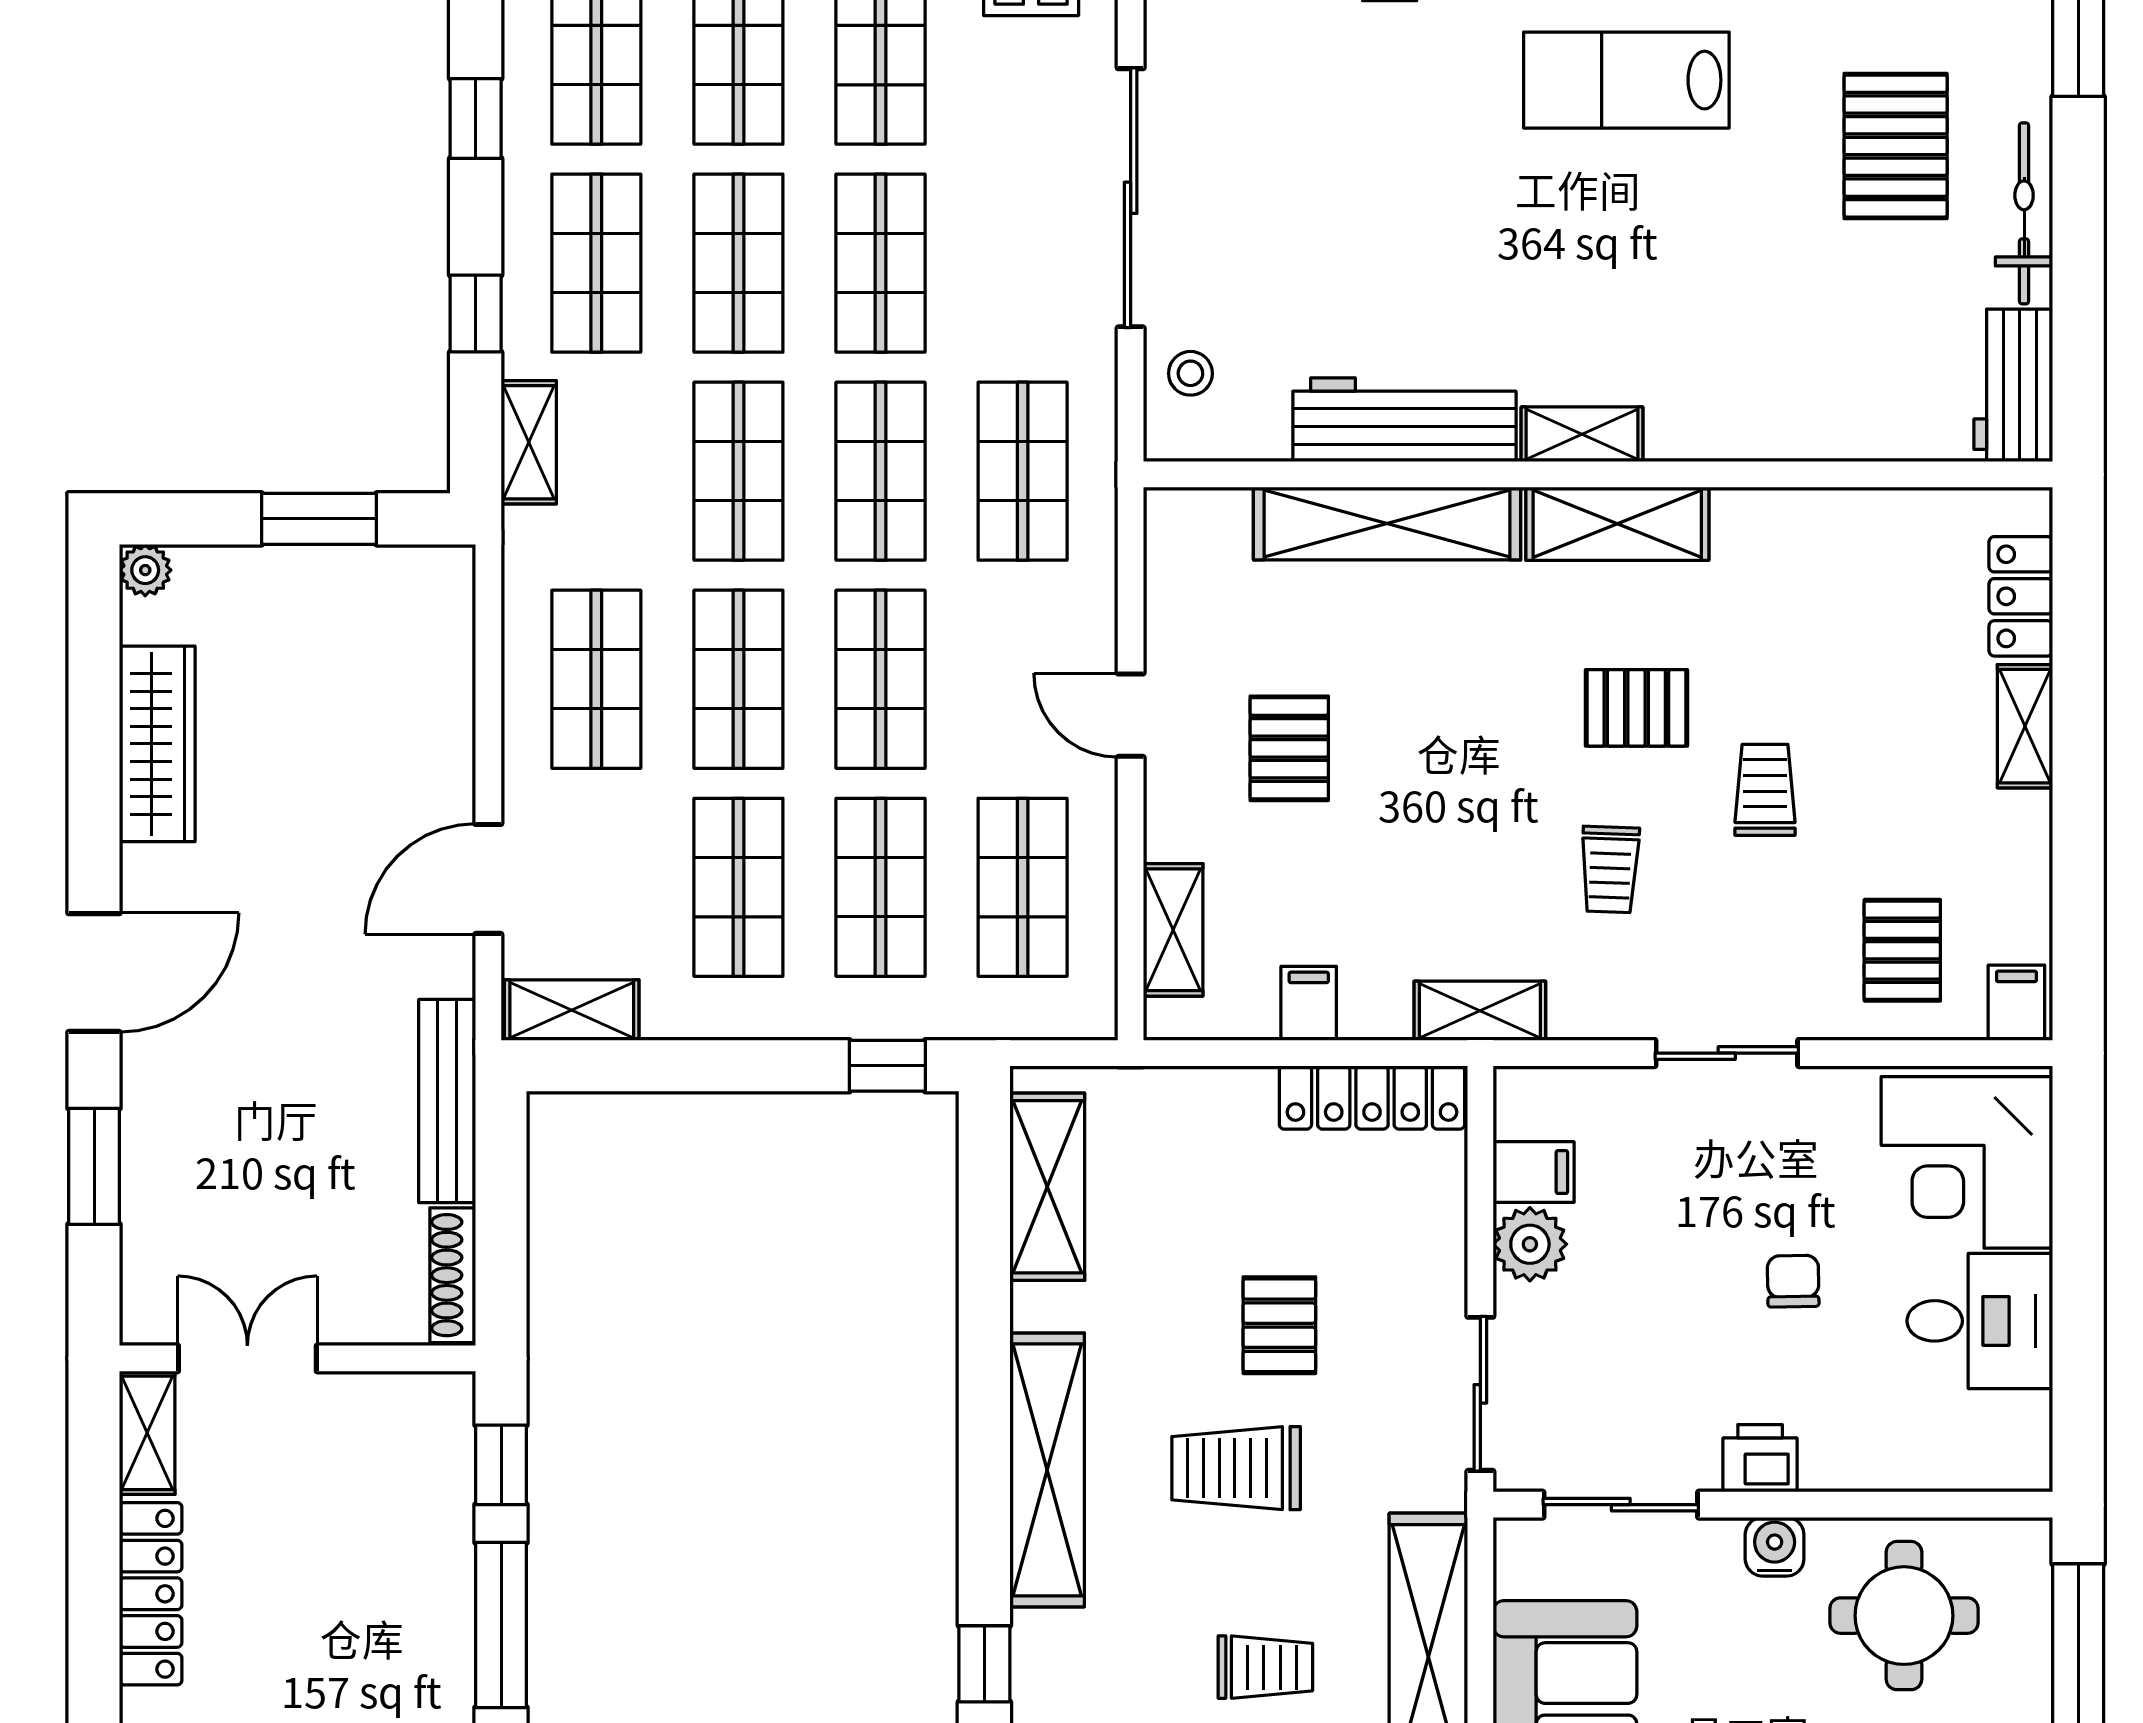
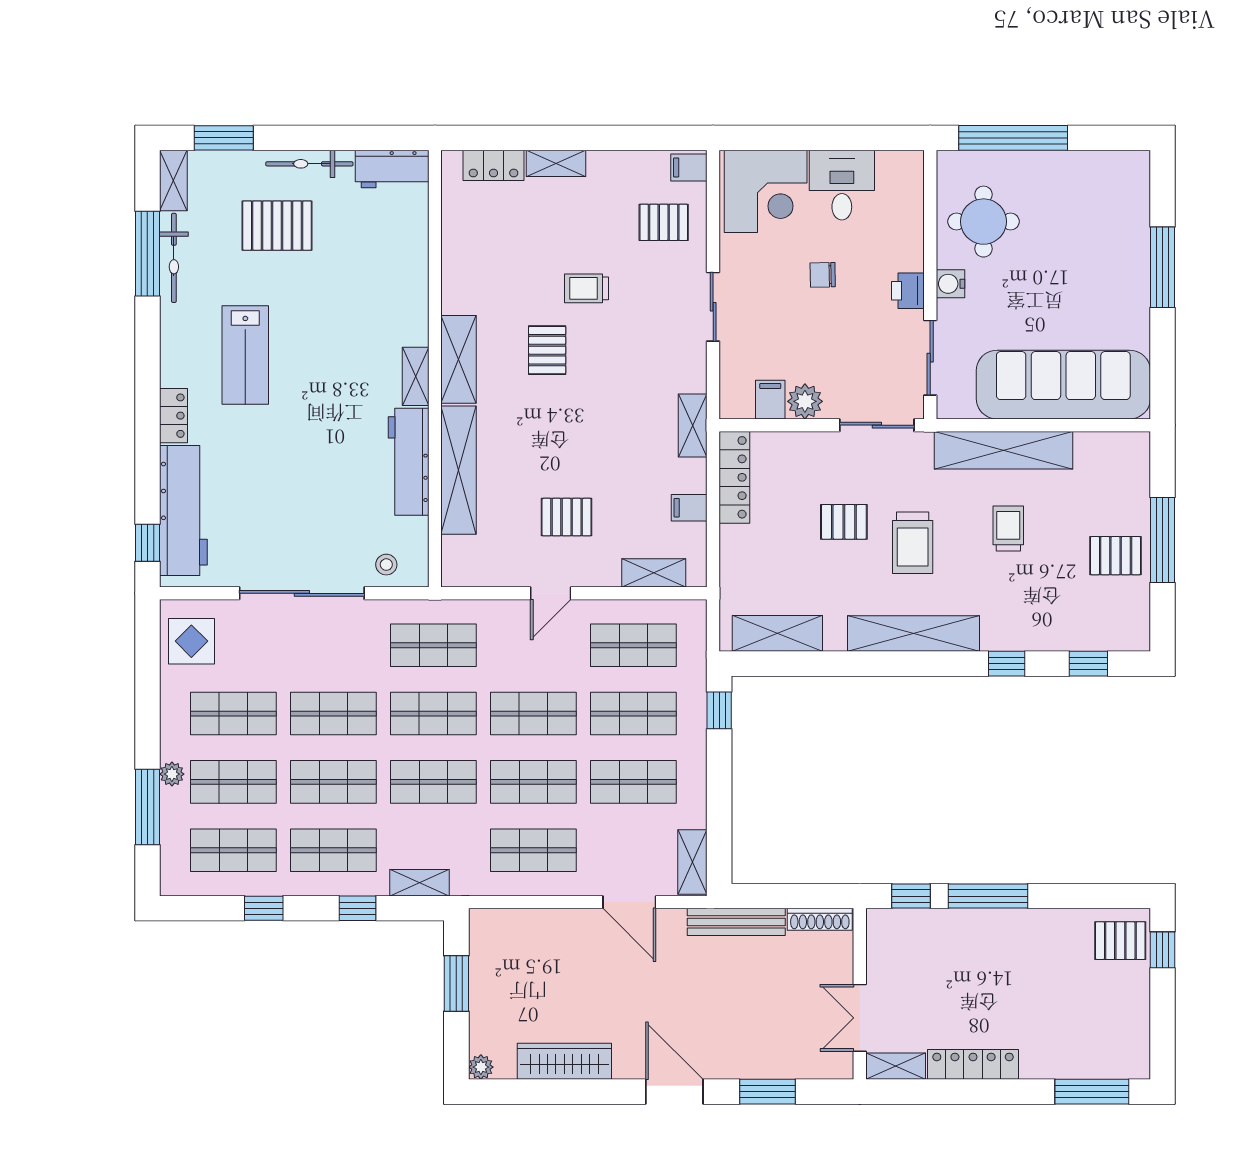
trolley: (1610, 870) -> (625, 363), removed

